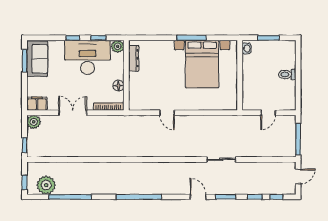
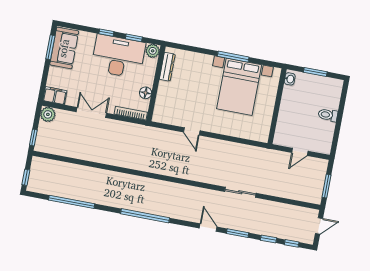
window: (298, 139) -> (327, 186), width x0.69
plant: (46, 185) -> (48, 184), removed

